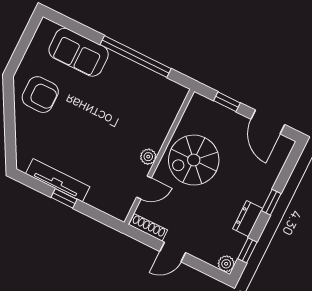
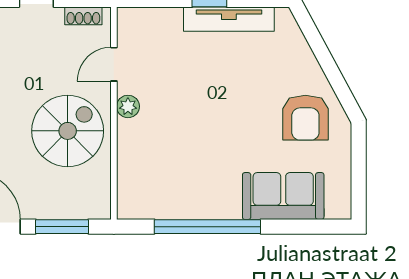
armchair: (40, 95) -> (305, 118), turned -90
window: (227, 102) -> (62, 227), width x1.50
shoe rack: (148, 227) -> (83, 16), width x0.70

